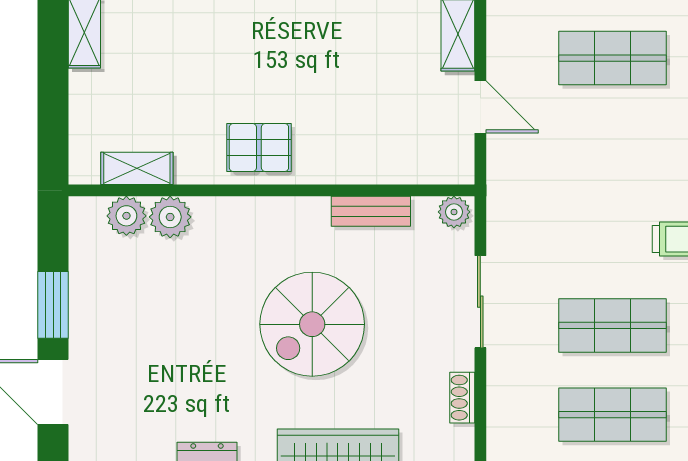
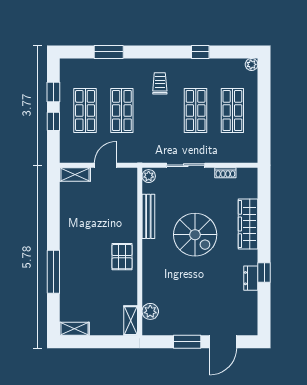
shop shelf: (612, 147) -> (122, 111), added
shelving: (137, 168) -> (131, 321), moved
bench: (371, 211) -> (148, 216), width x1.36
plant: (170, 217) -> (151, 293), removed

